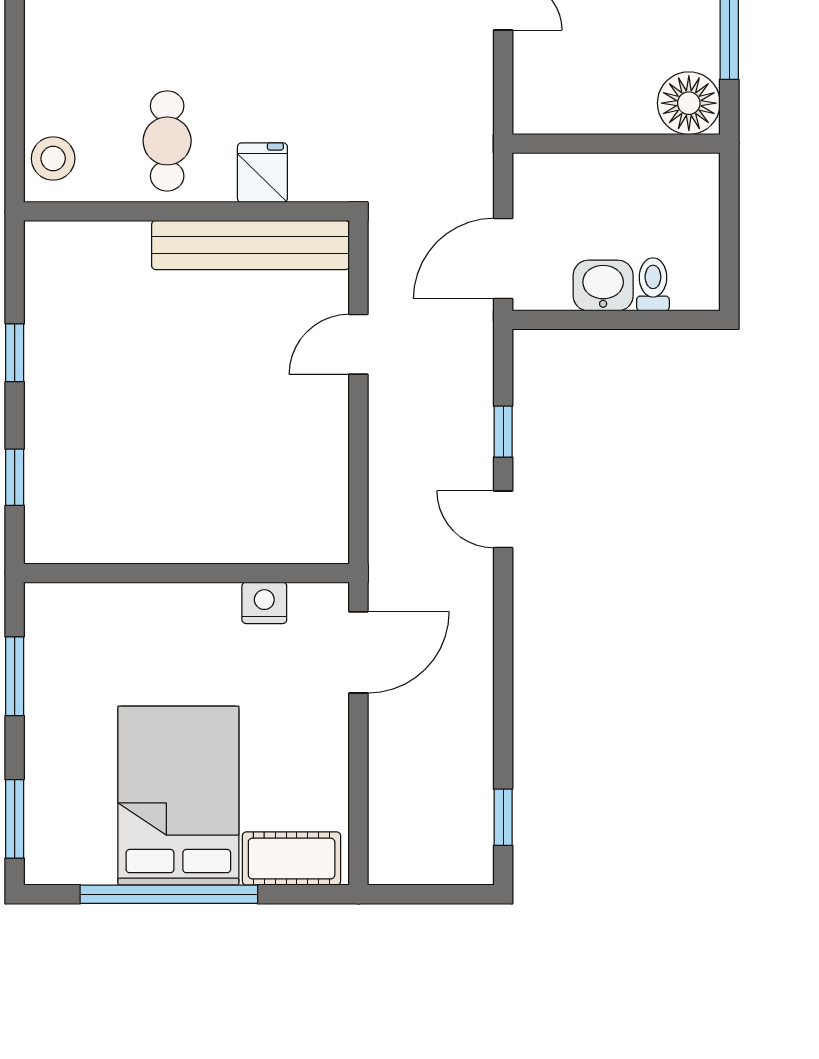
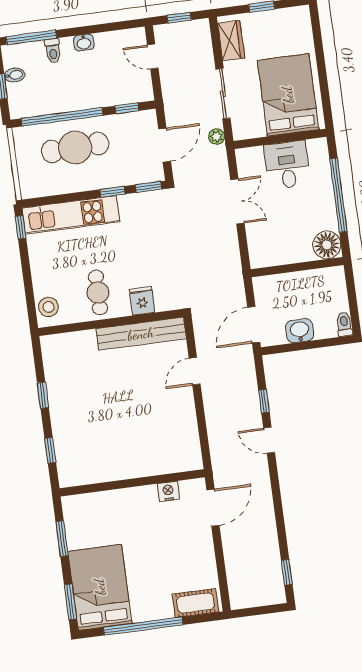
toilet: (653, 284) -> (344, 324), moved
bed: (178, 796) -> (100, 587), moved

